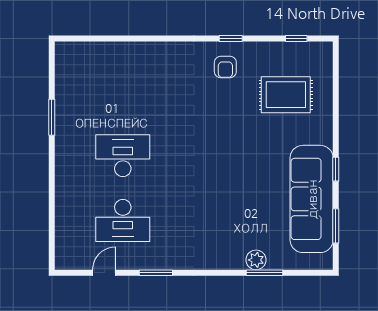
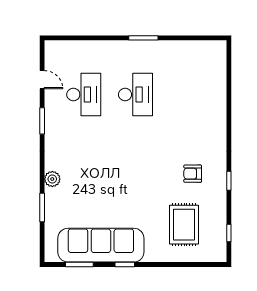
armchair: (225, 67) -> (193, 174), moved
window: (52, 117) -> (143, 38), moved
desk: (123, 220) -> (84, 95), turned 180
plant: (256, 260) -> (52, 179), moved

